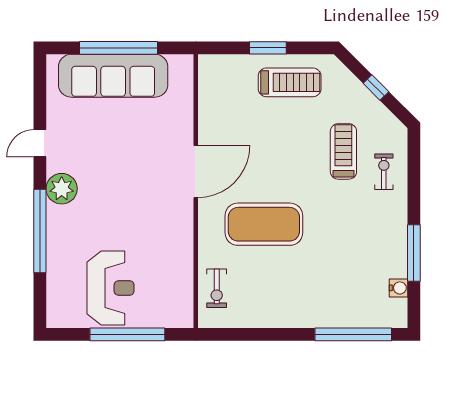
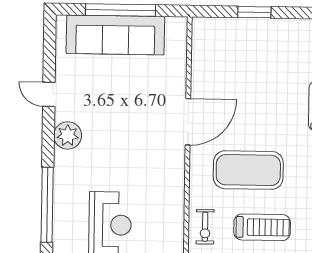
treadmill: (290, 82) -> (262, 227), moved
door: (40, 143) -> (49, 94), hinge flipped
window: (40, 231) -> (47, 205), moved

